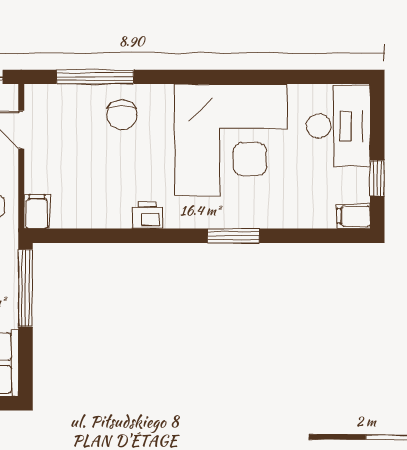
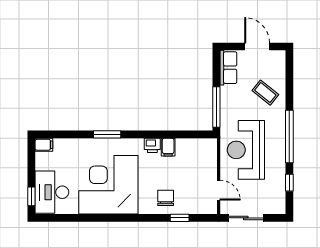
window: (95, 77) -> (180, 218), width x0.46
window: (377, 178) -> (31, 196), moved
filing cabinet: (37, 212) -> (168, 147), moved

